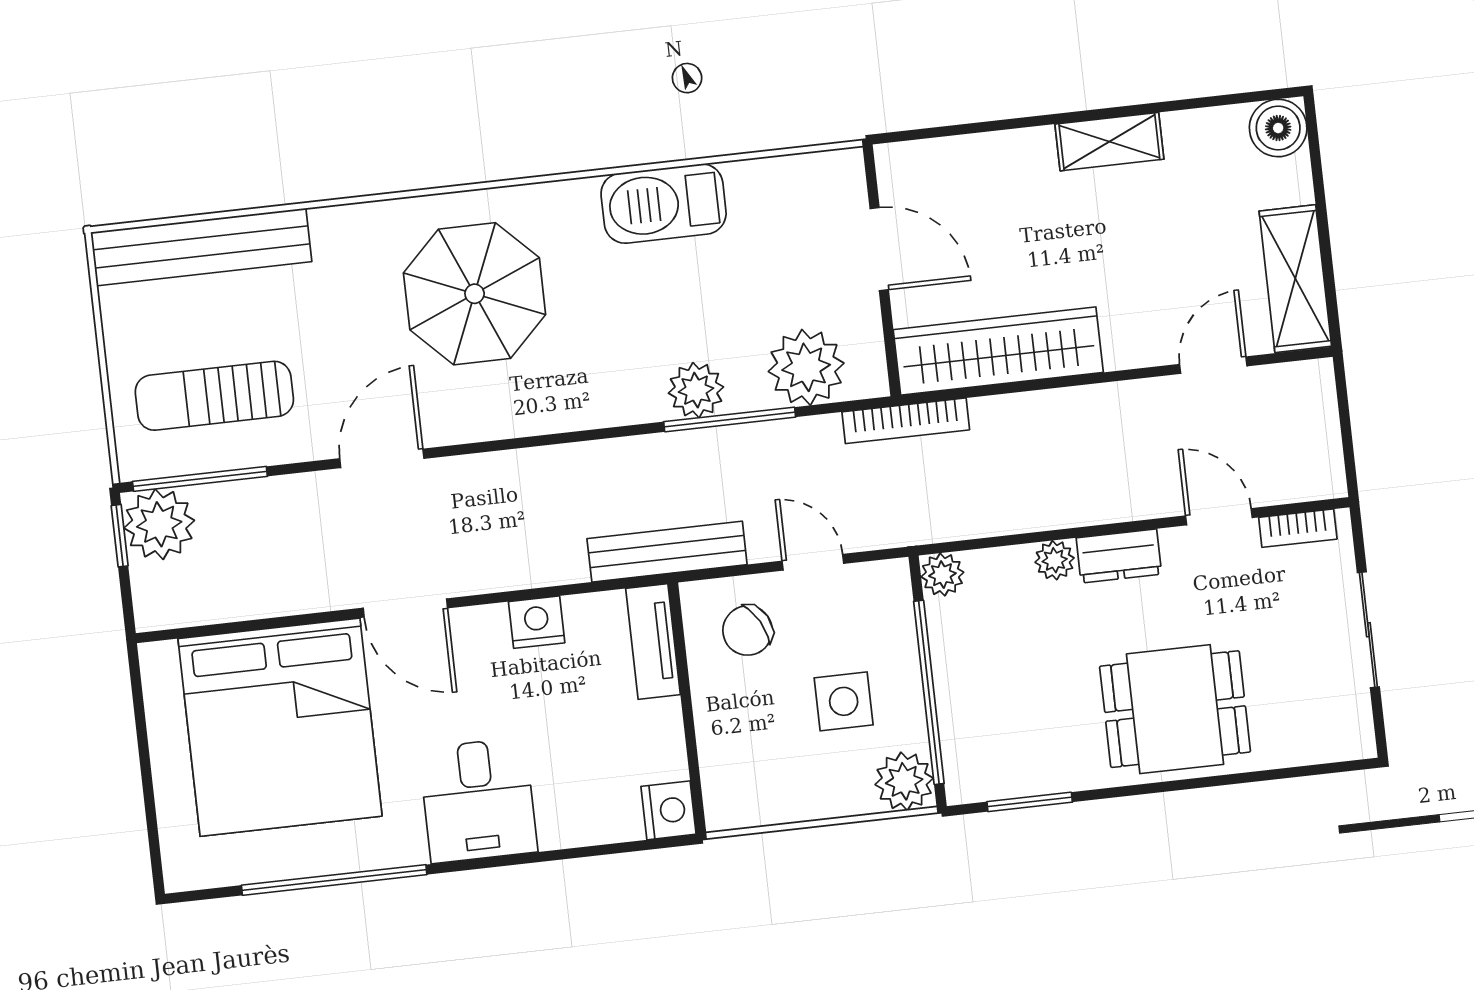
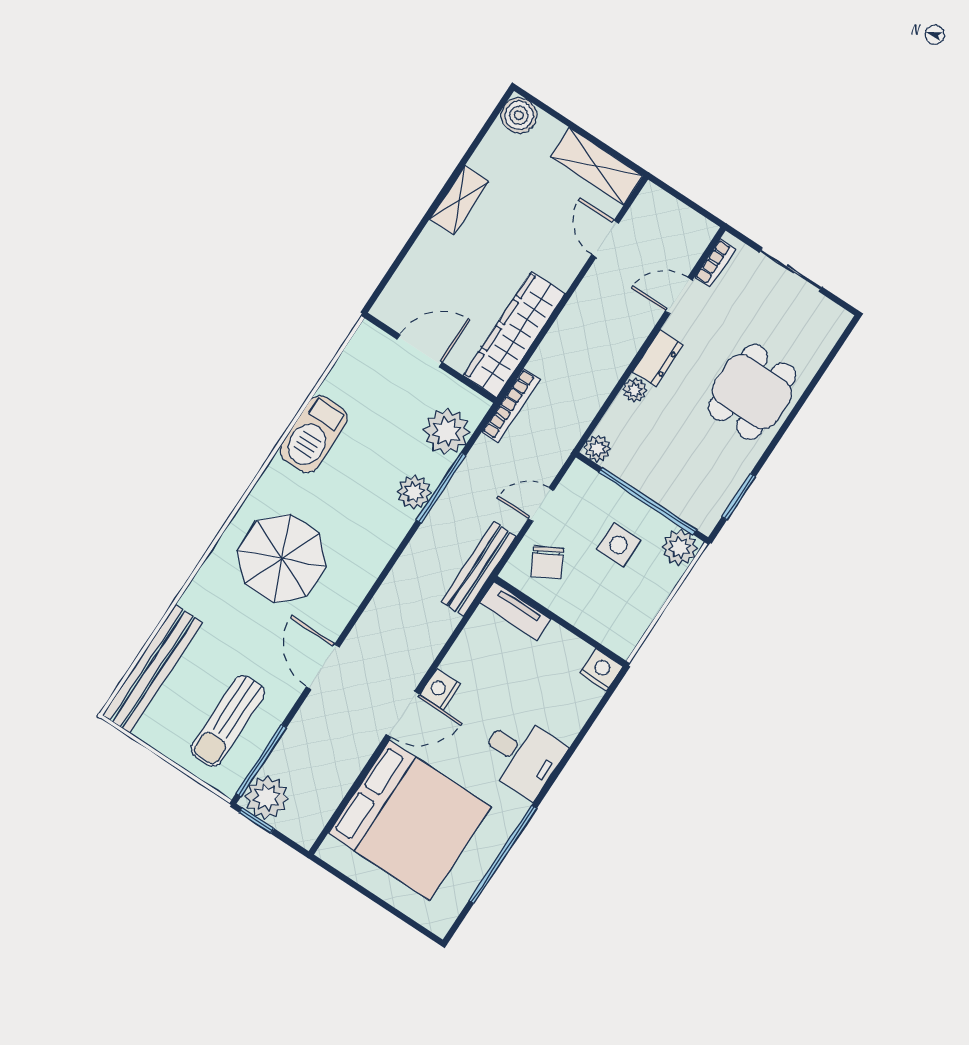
nightstand: (537, 622) -> (440, 689), moved

